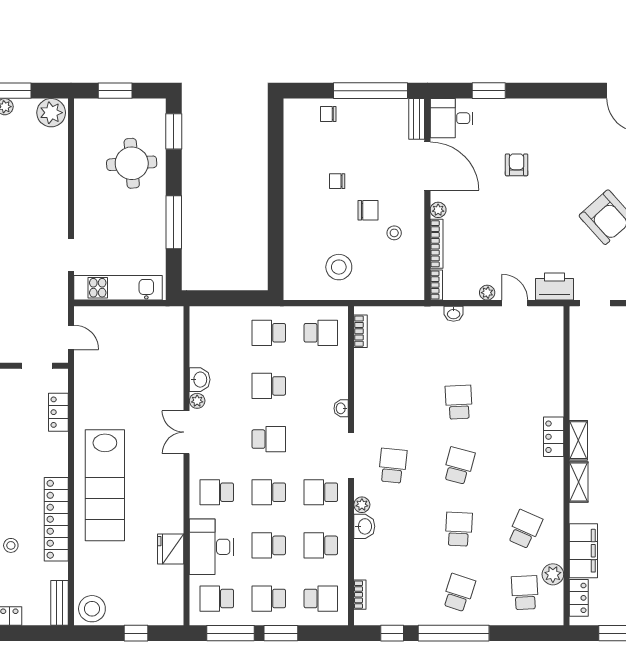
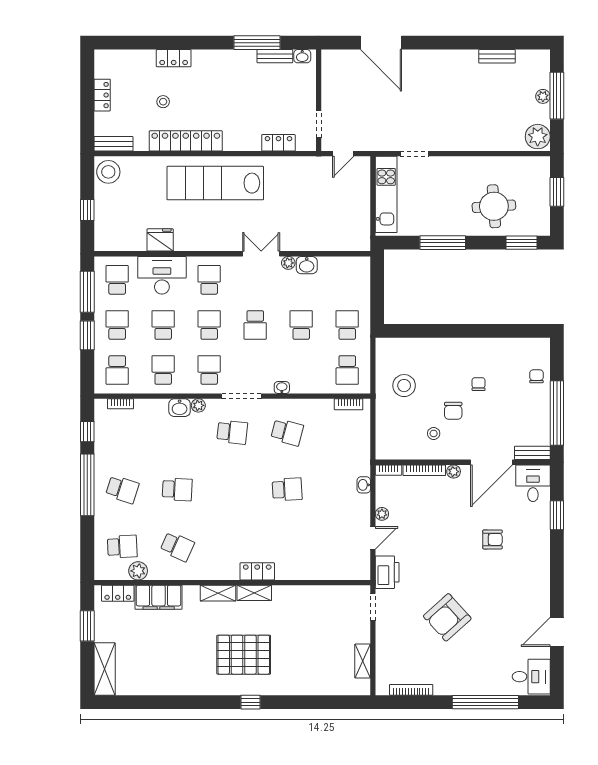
school desk: (459, 466) -> (287, 432), moved

